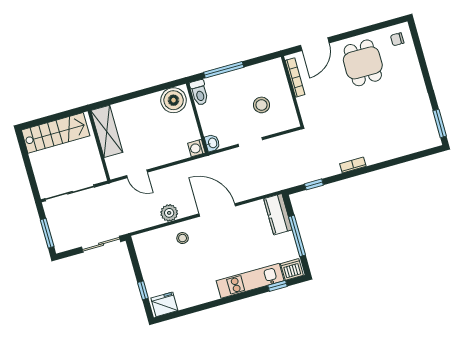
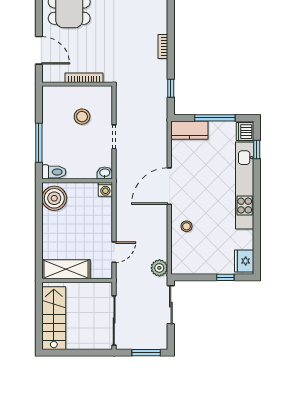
bookcase: (295, 77) -> (84, 78), moved
plant: (169, 213) -> (159, 268), moved
kitchen unit: (250, 281) -> (245, 185), width x1.36

